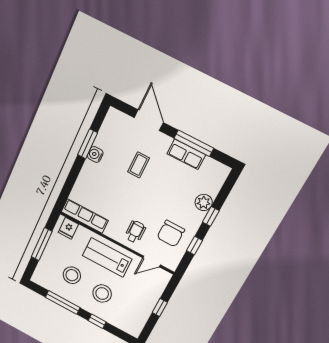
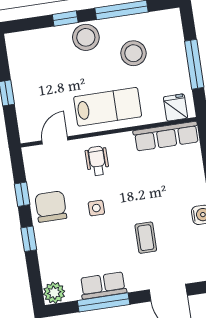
plant: (204, 202) -> (54, 293), moved
side table: (156, 205) -> (96, 208), added
wheelchair: (135, 232) -> (97, 161), turned 180
chair: (171, 234) -> (51, 207), moved
stool: (102, 294) -> (86, 37), moved

